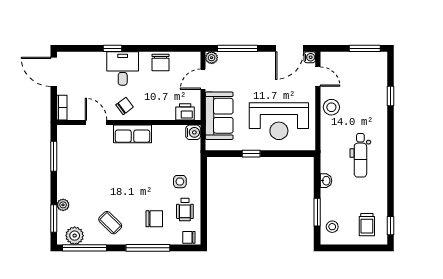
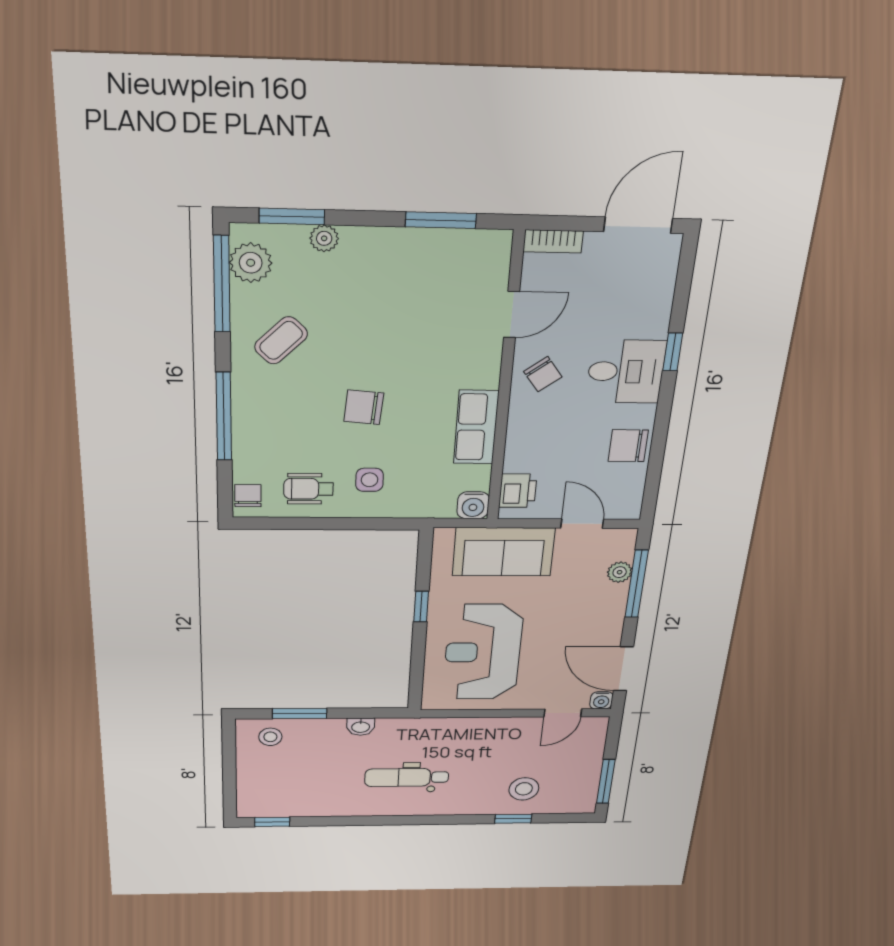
plant: (212, 58) -> (620, 572), moved
stool: (331, 107) -> (524, 789), moved
row of seats: (133, 134) -> (476, 427), moved
chair: (154, 219) -> (364, 407), moved, turned 95
trolley: (367, 225) -> (274, 788), removed

